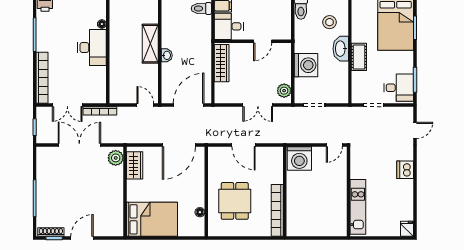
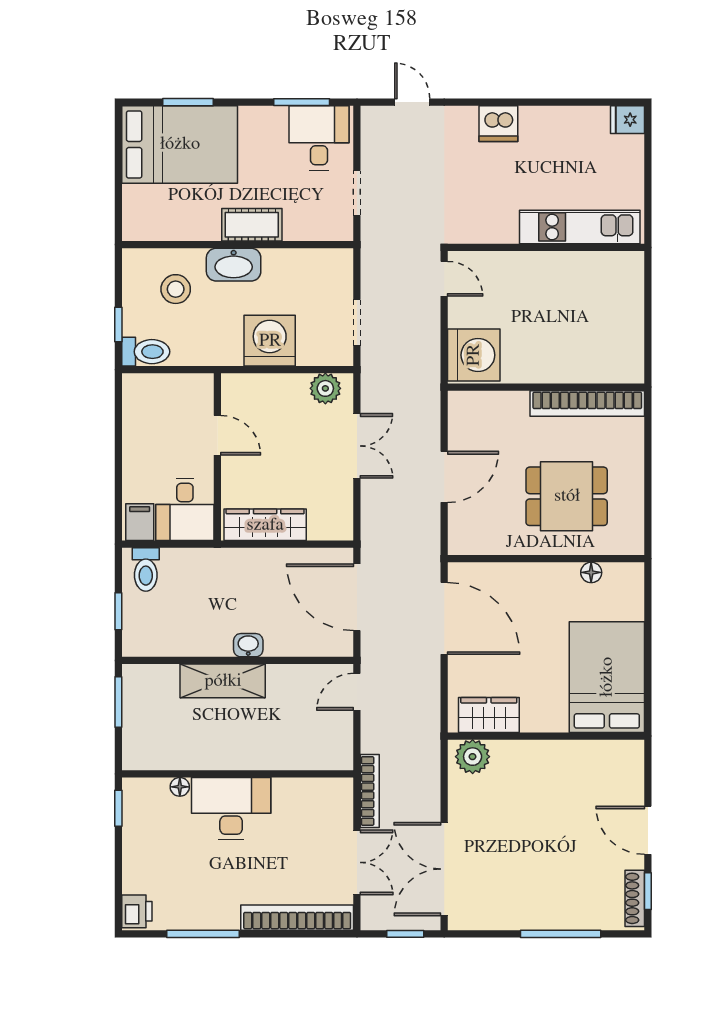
double door: (79, 145) -> (444, 869), moved

